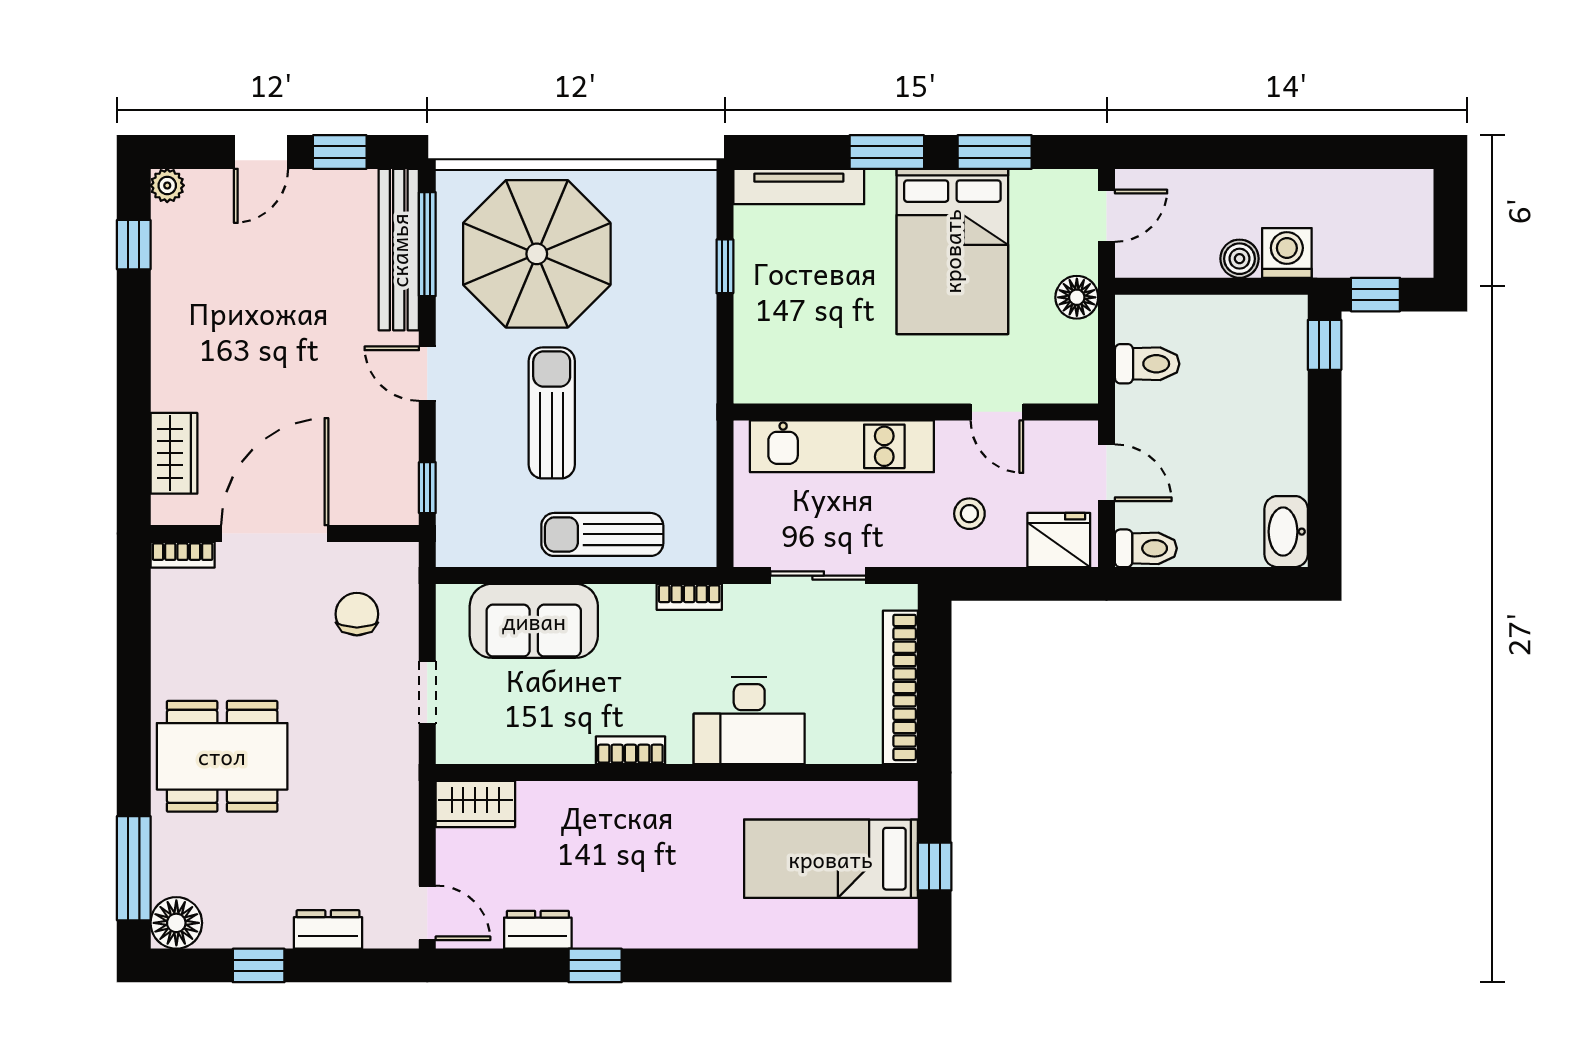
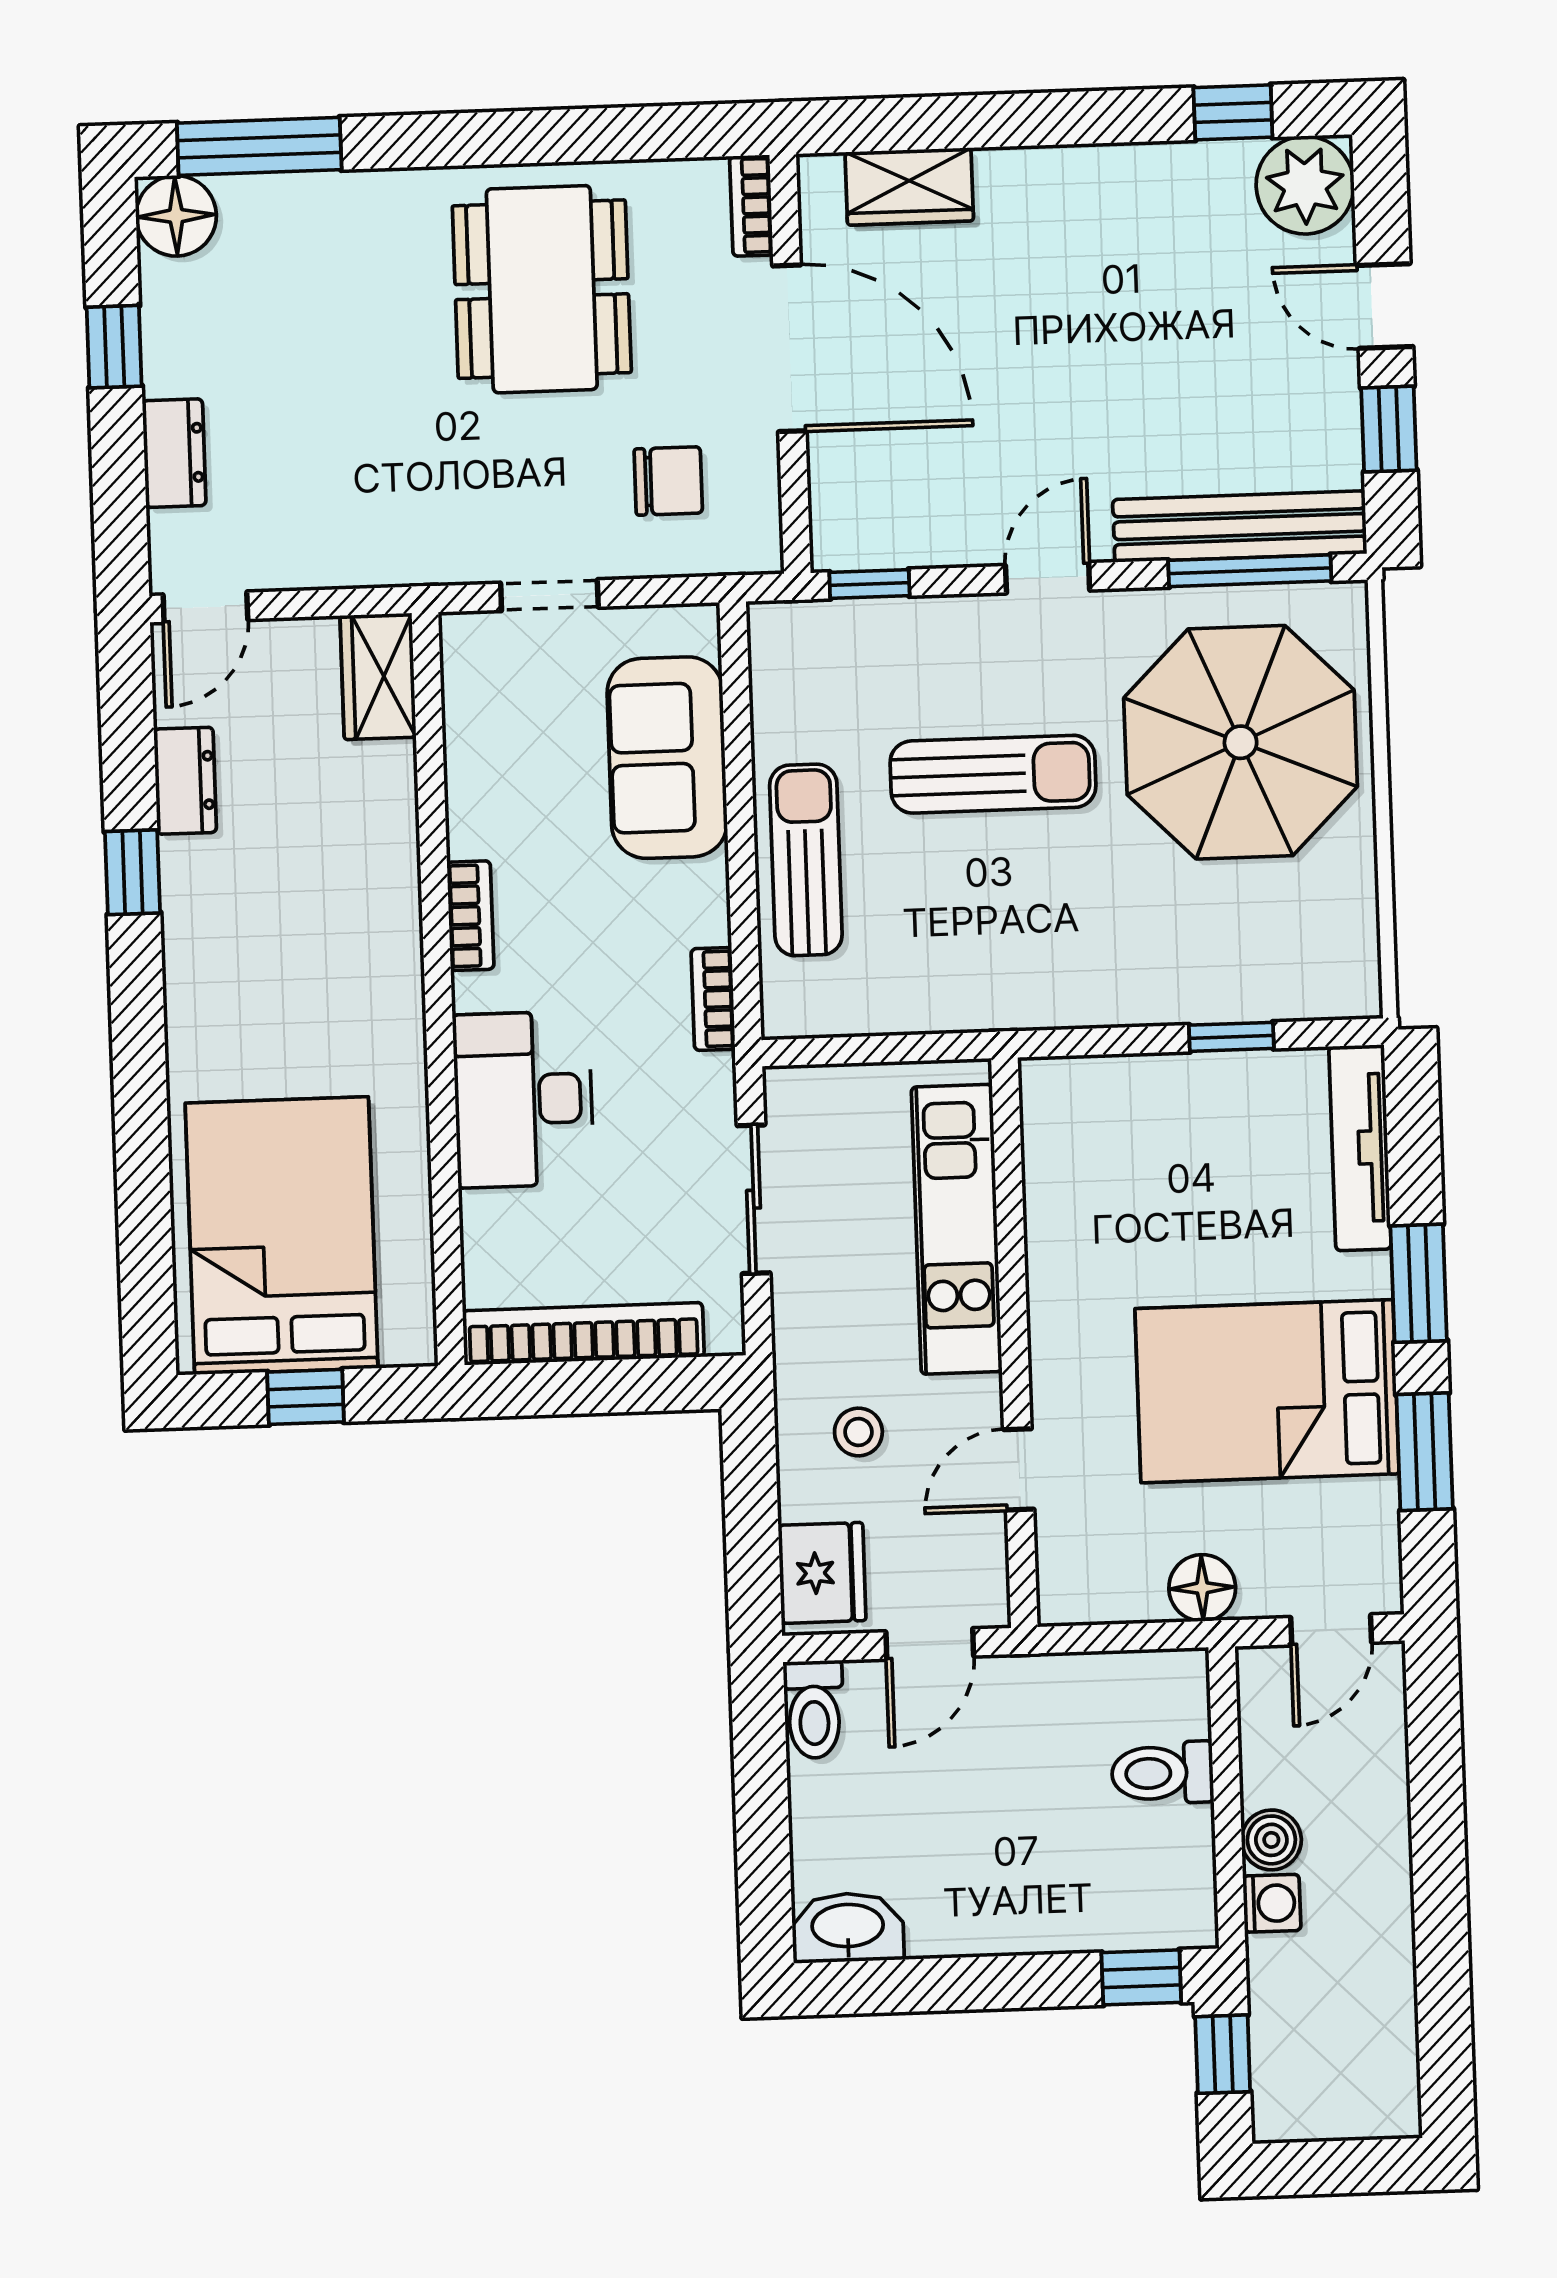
plant: (167, 185) -> (1305, 185), width x1.88, depth x1.88
door: (1107, 216) -> (1331, 1630), hinge flipped
washing machine: (1287, 253) -> (1272, 1903), width x0.73, depth x0.73
toilet: (1147, 364) -> (1162, 1773), moved, turned 90
dining table: (222, 756) -> (542, 289), moved
bed: (831, 859) -> (282, 1236), width x1.50

